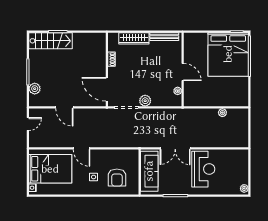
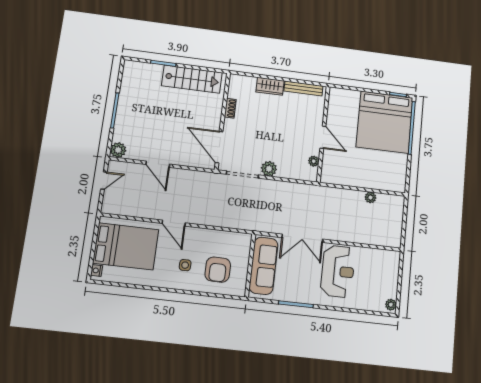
wardrobe: (134, 38) -> (270, 86), width x0.67
stairs: (51, 41) -> (192, 79), moved
plant: (35, 89) -> (118, 150), moved

